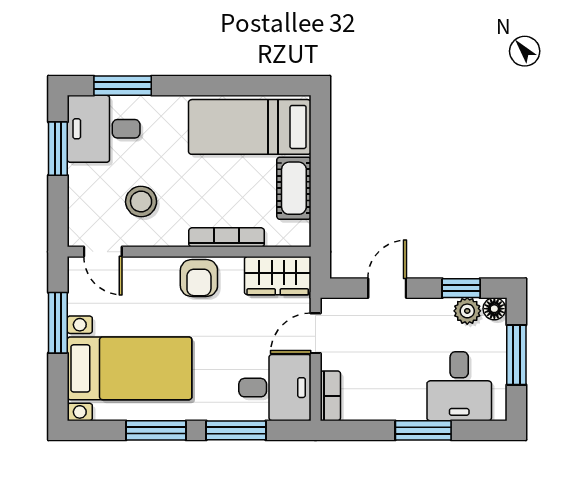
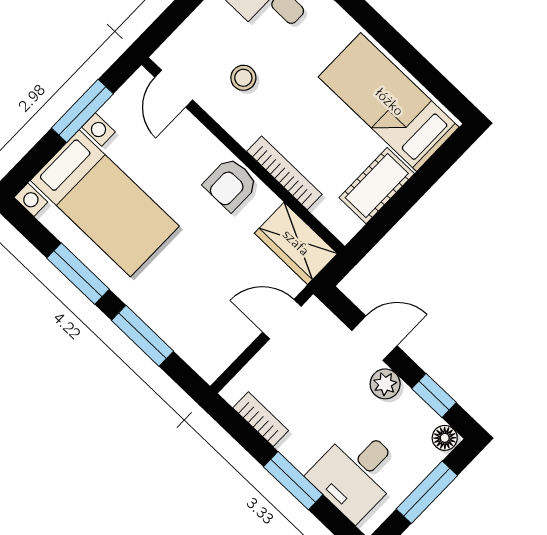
stool: (141, 201) -> (243, 78), width x0.73, depth x0.73
plant: (467, 311) -> (385, 384), moved
desk: (275, 388) -> (207, 331), removed
bookcase: (330, 396) -> (261, 419), moved, turned -90

